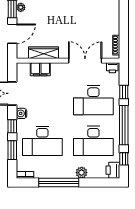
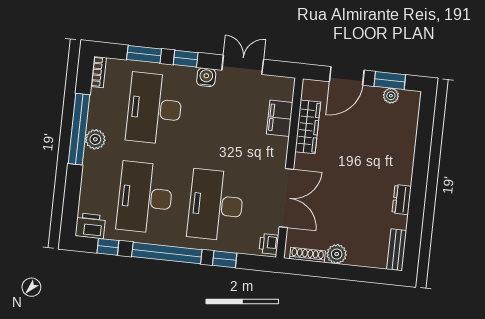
plant: (114, 29) -> (337, 254), added
door: (12, 34) -> (347, 76), hinge flipped
plant: (82, 173) -> (95, 139), moved

